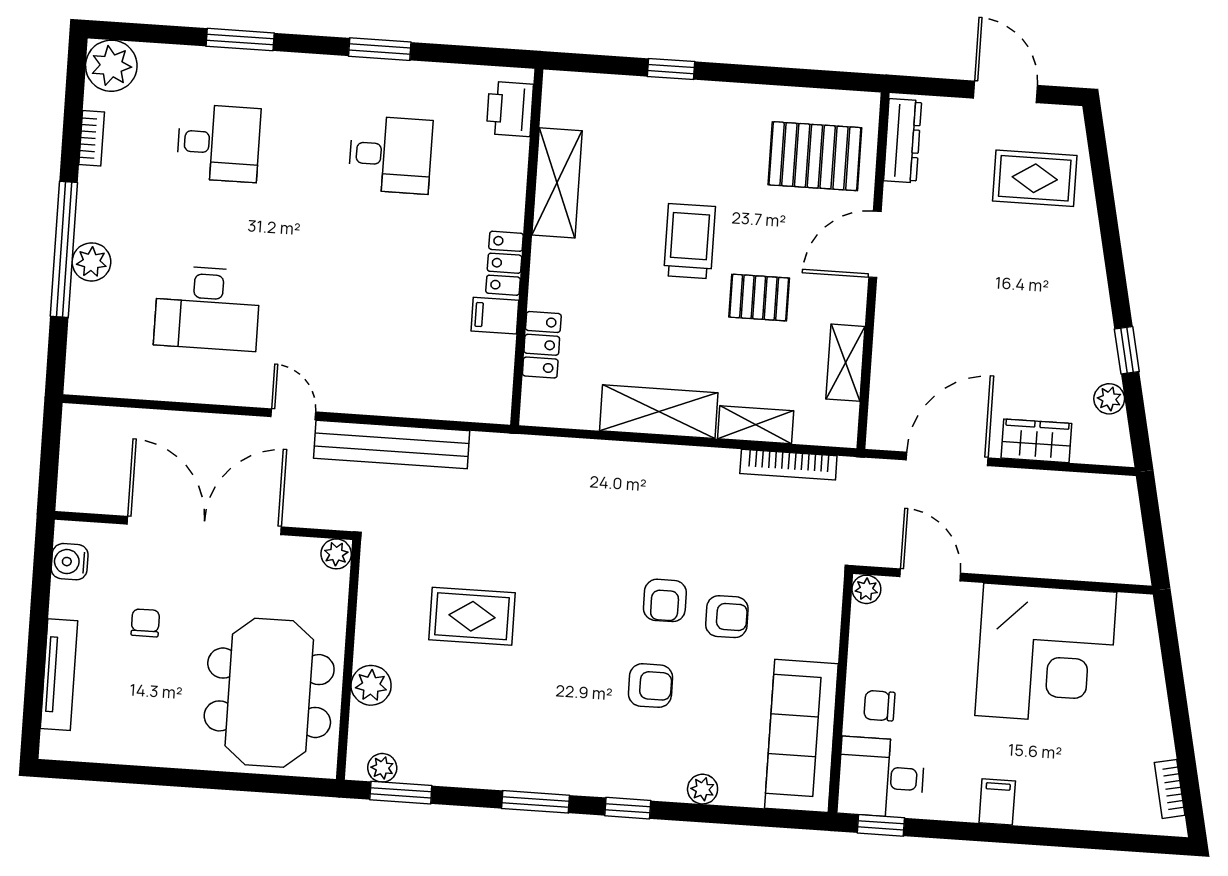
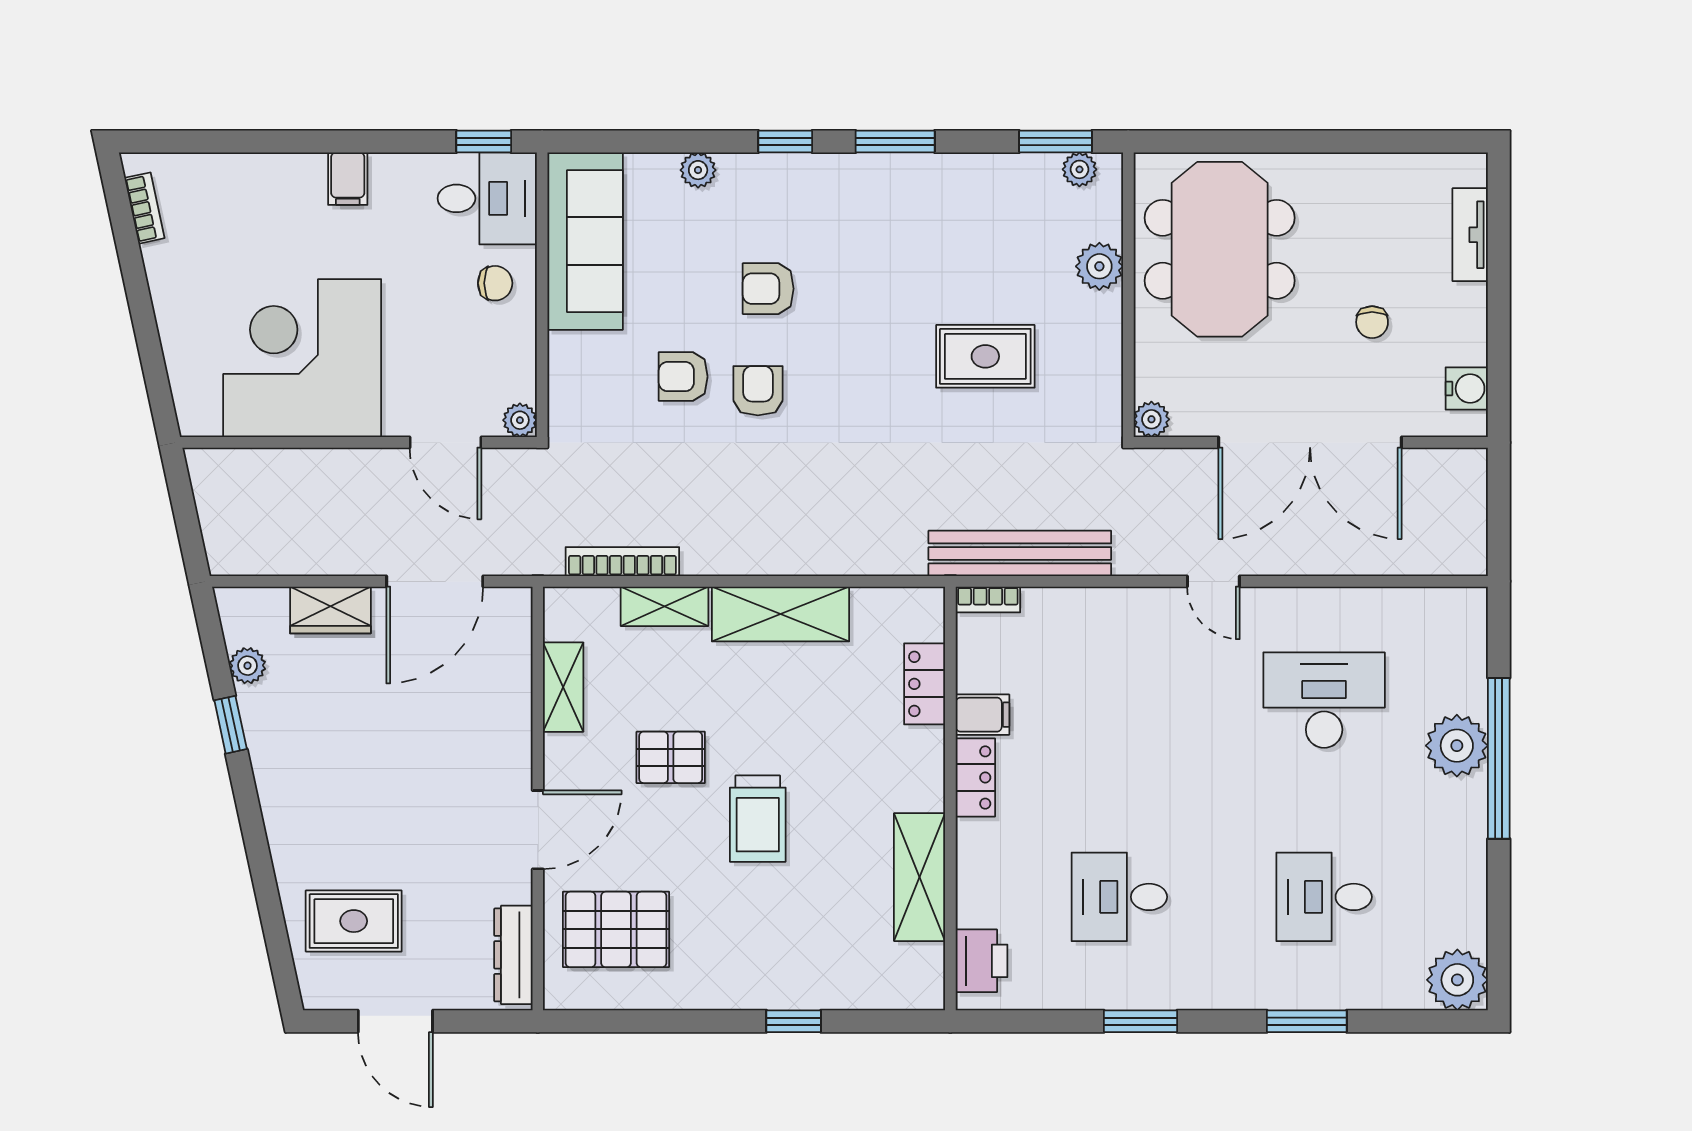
bookcase: (92, 138) -> (988, 600), moved, turned -90
plant: (91, 262) -> (1457, 746), width x1.36, depth x1.36
bench: (392, 445) -> (1020, 553), moved
tv unit: (59, 675) -> (1470, 235), width x0.71

